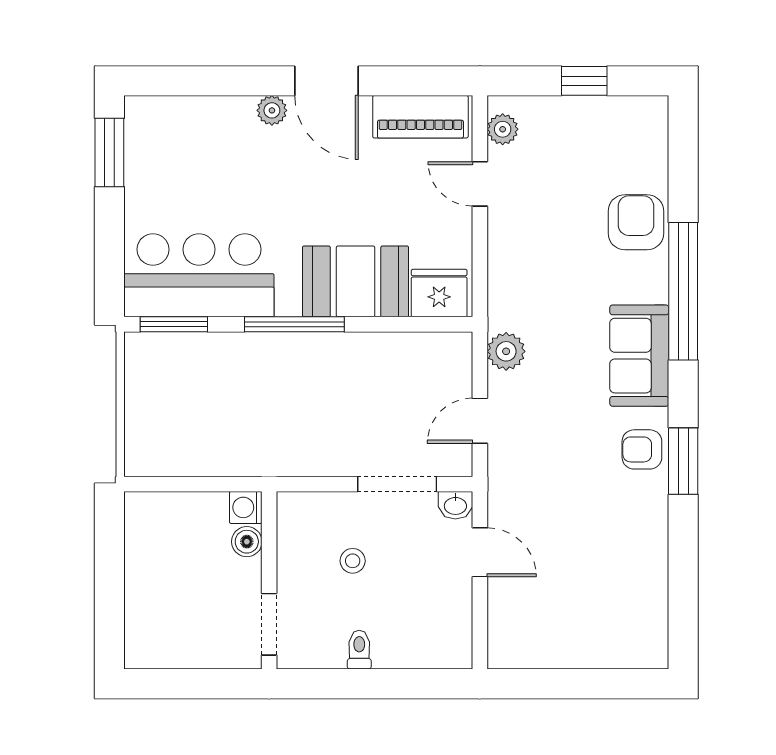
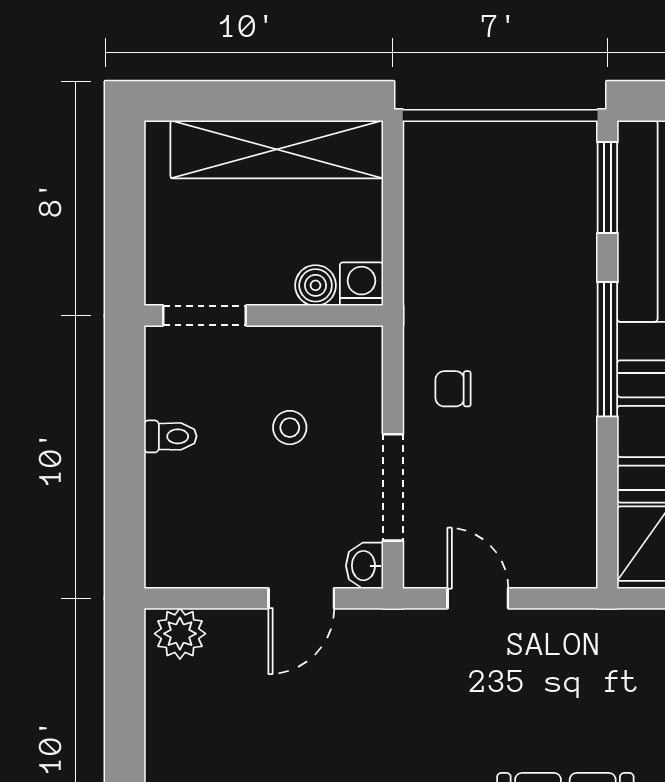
plant: (506, 351) -> (180, 634), moved
chair: (324, 439) -> (453, 389), added
shelving: (146, 570) -> (277, 149), added

